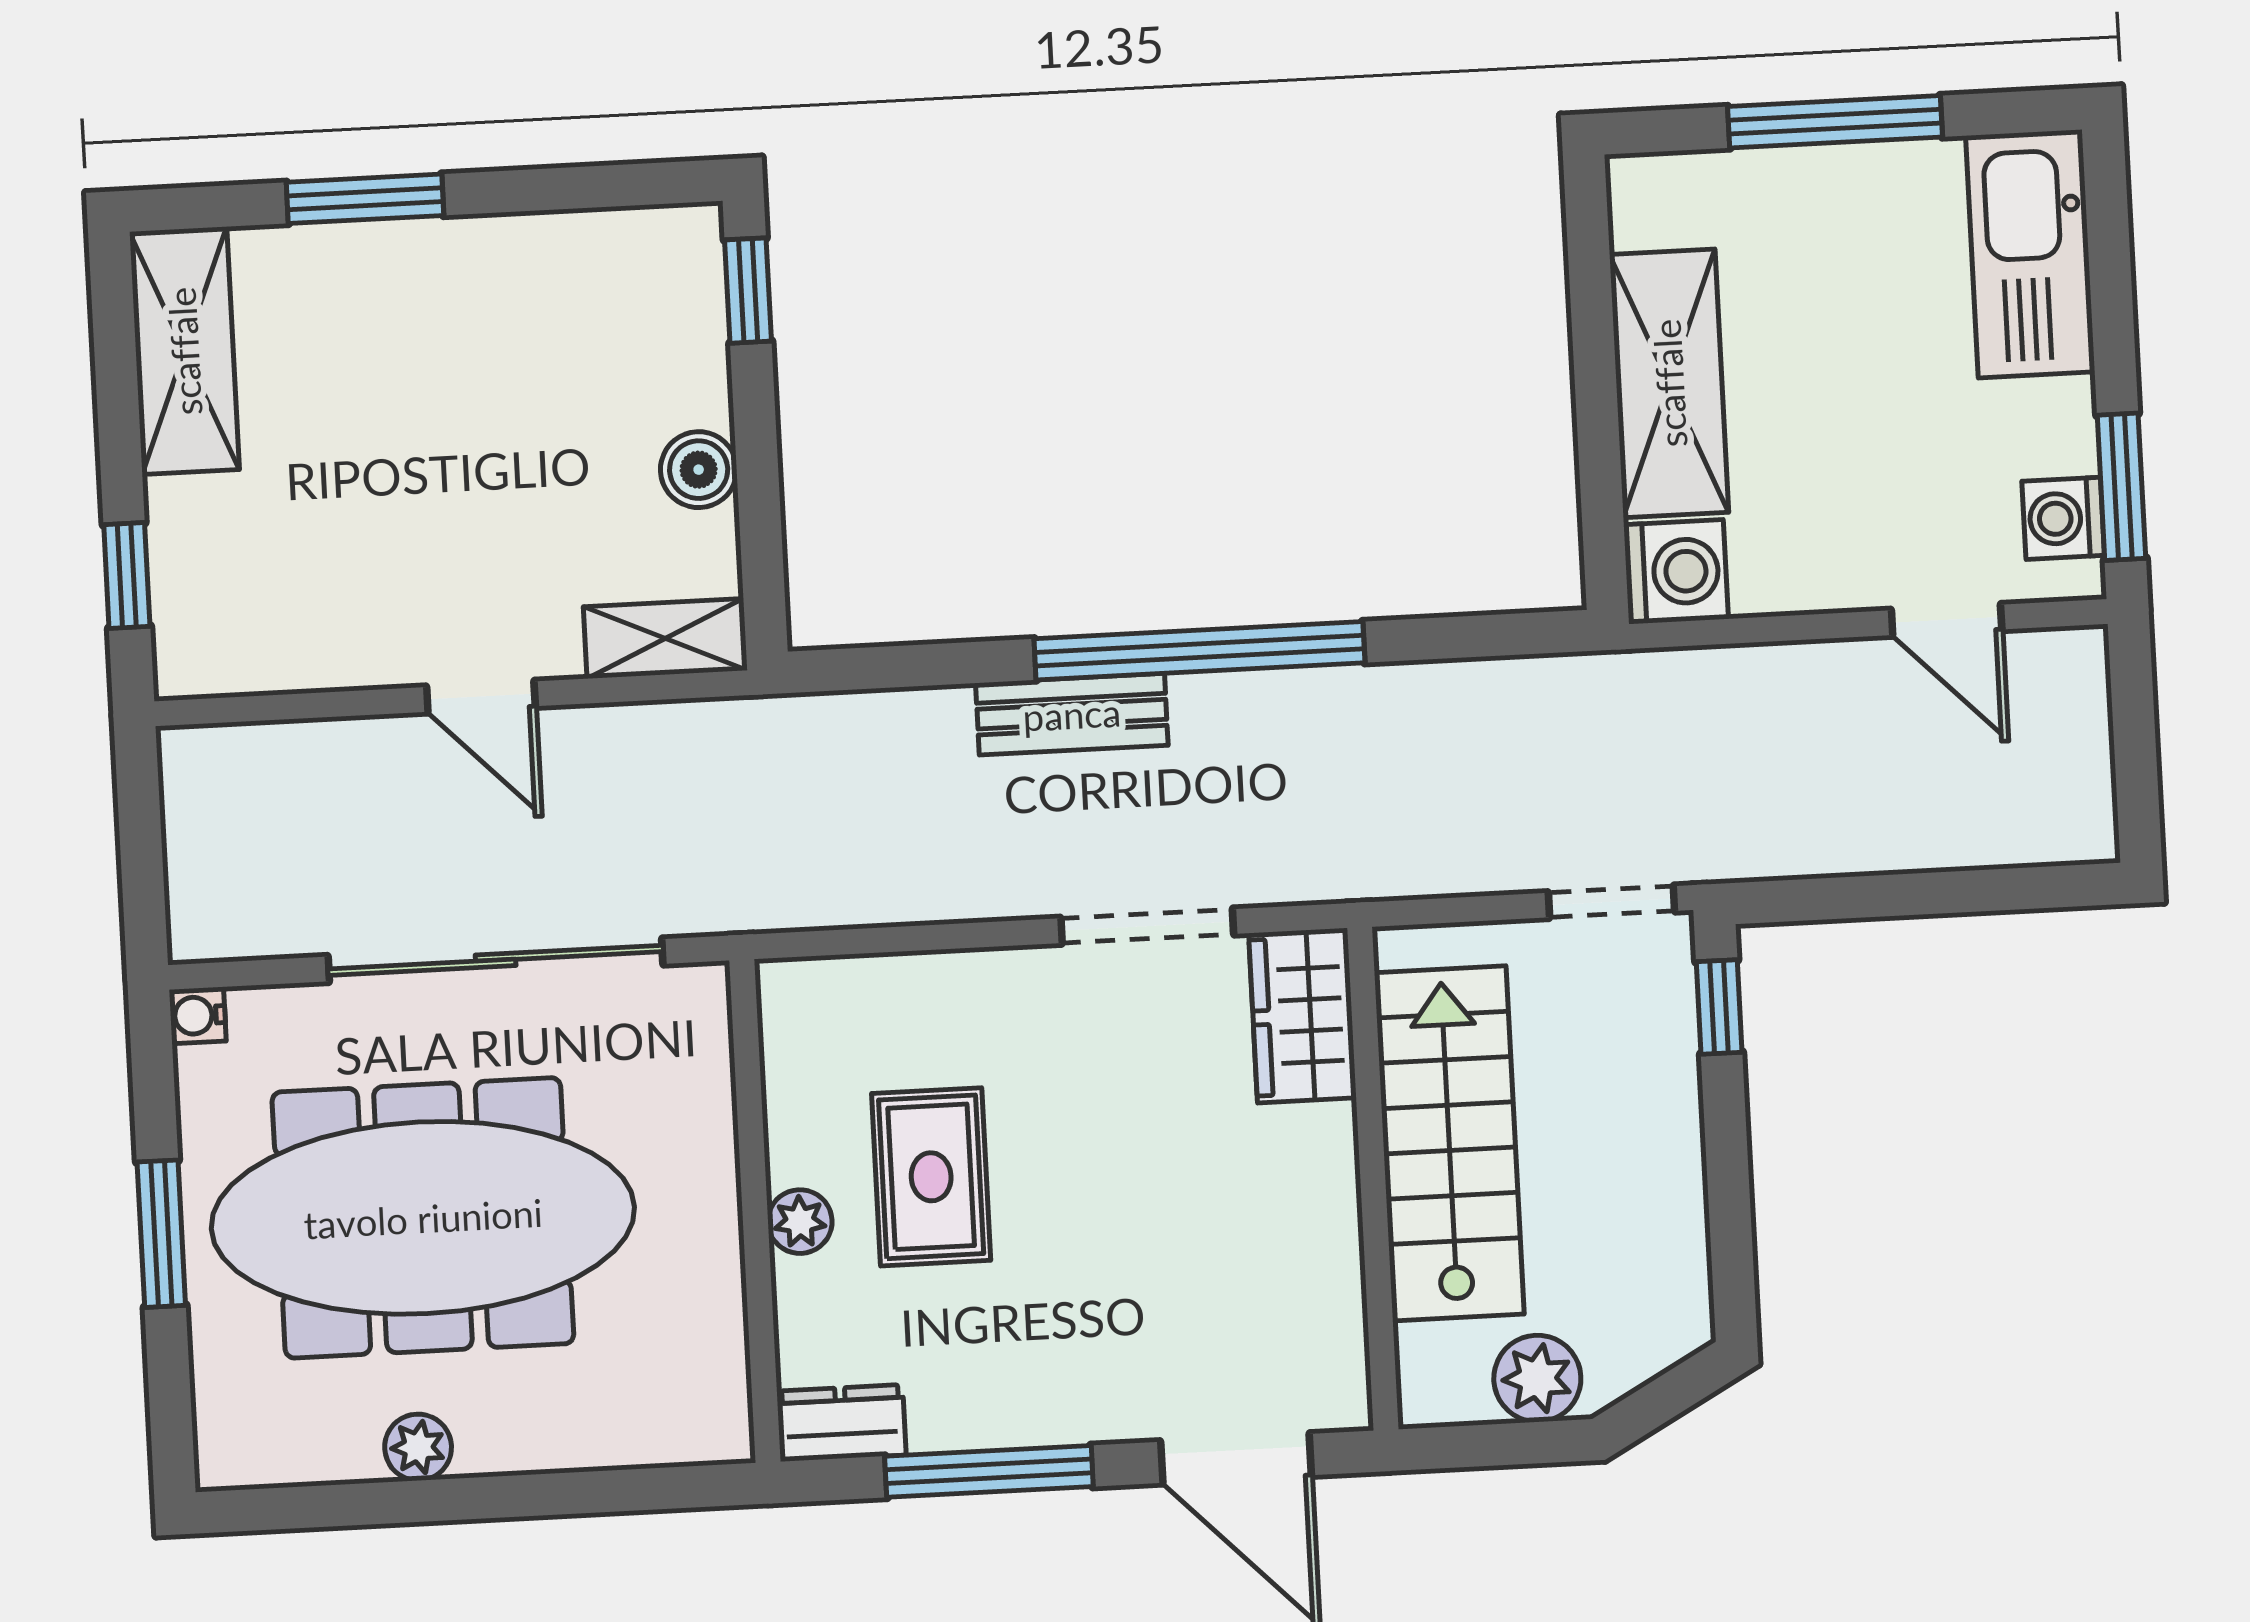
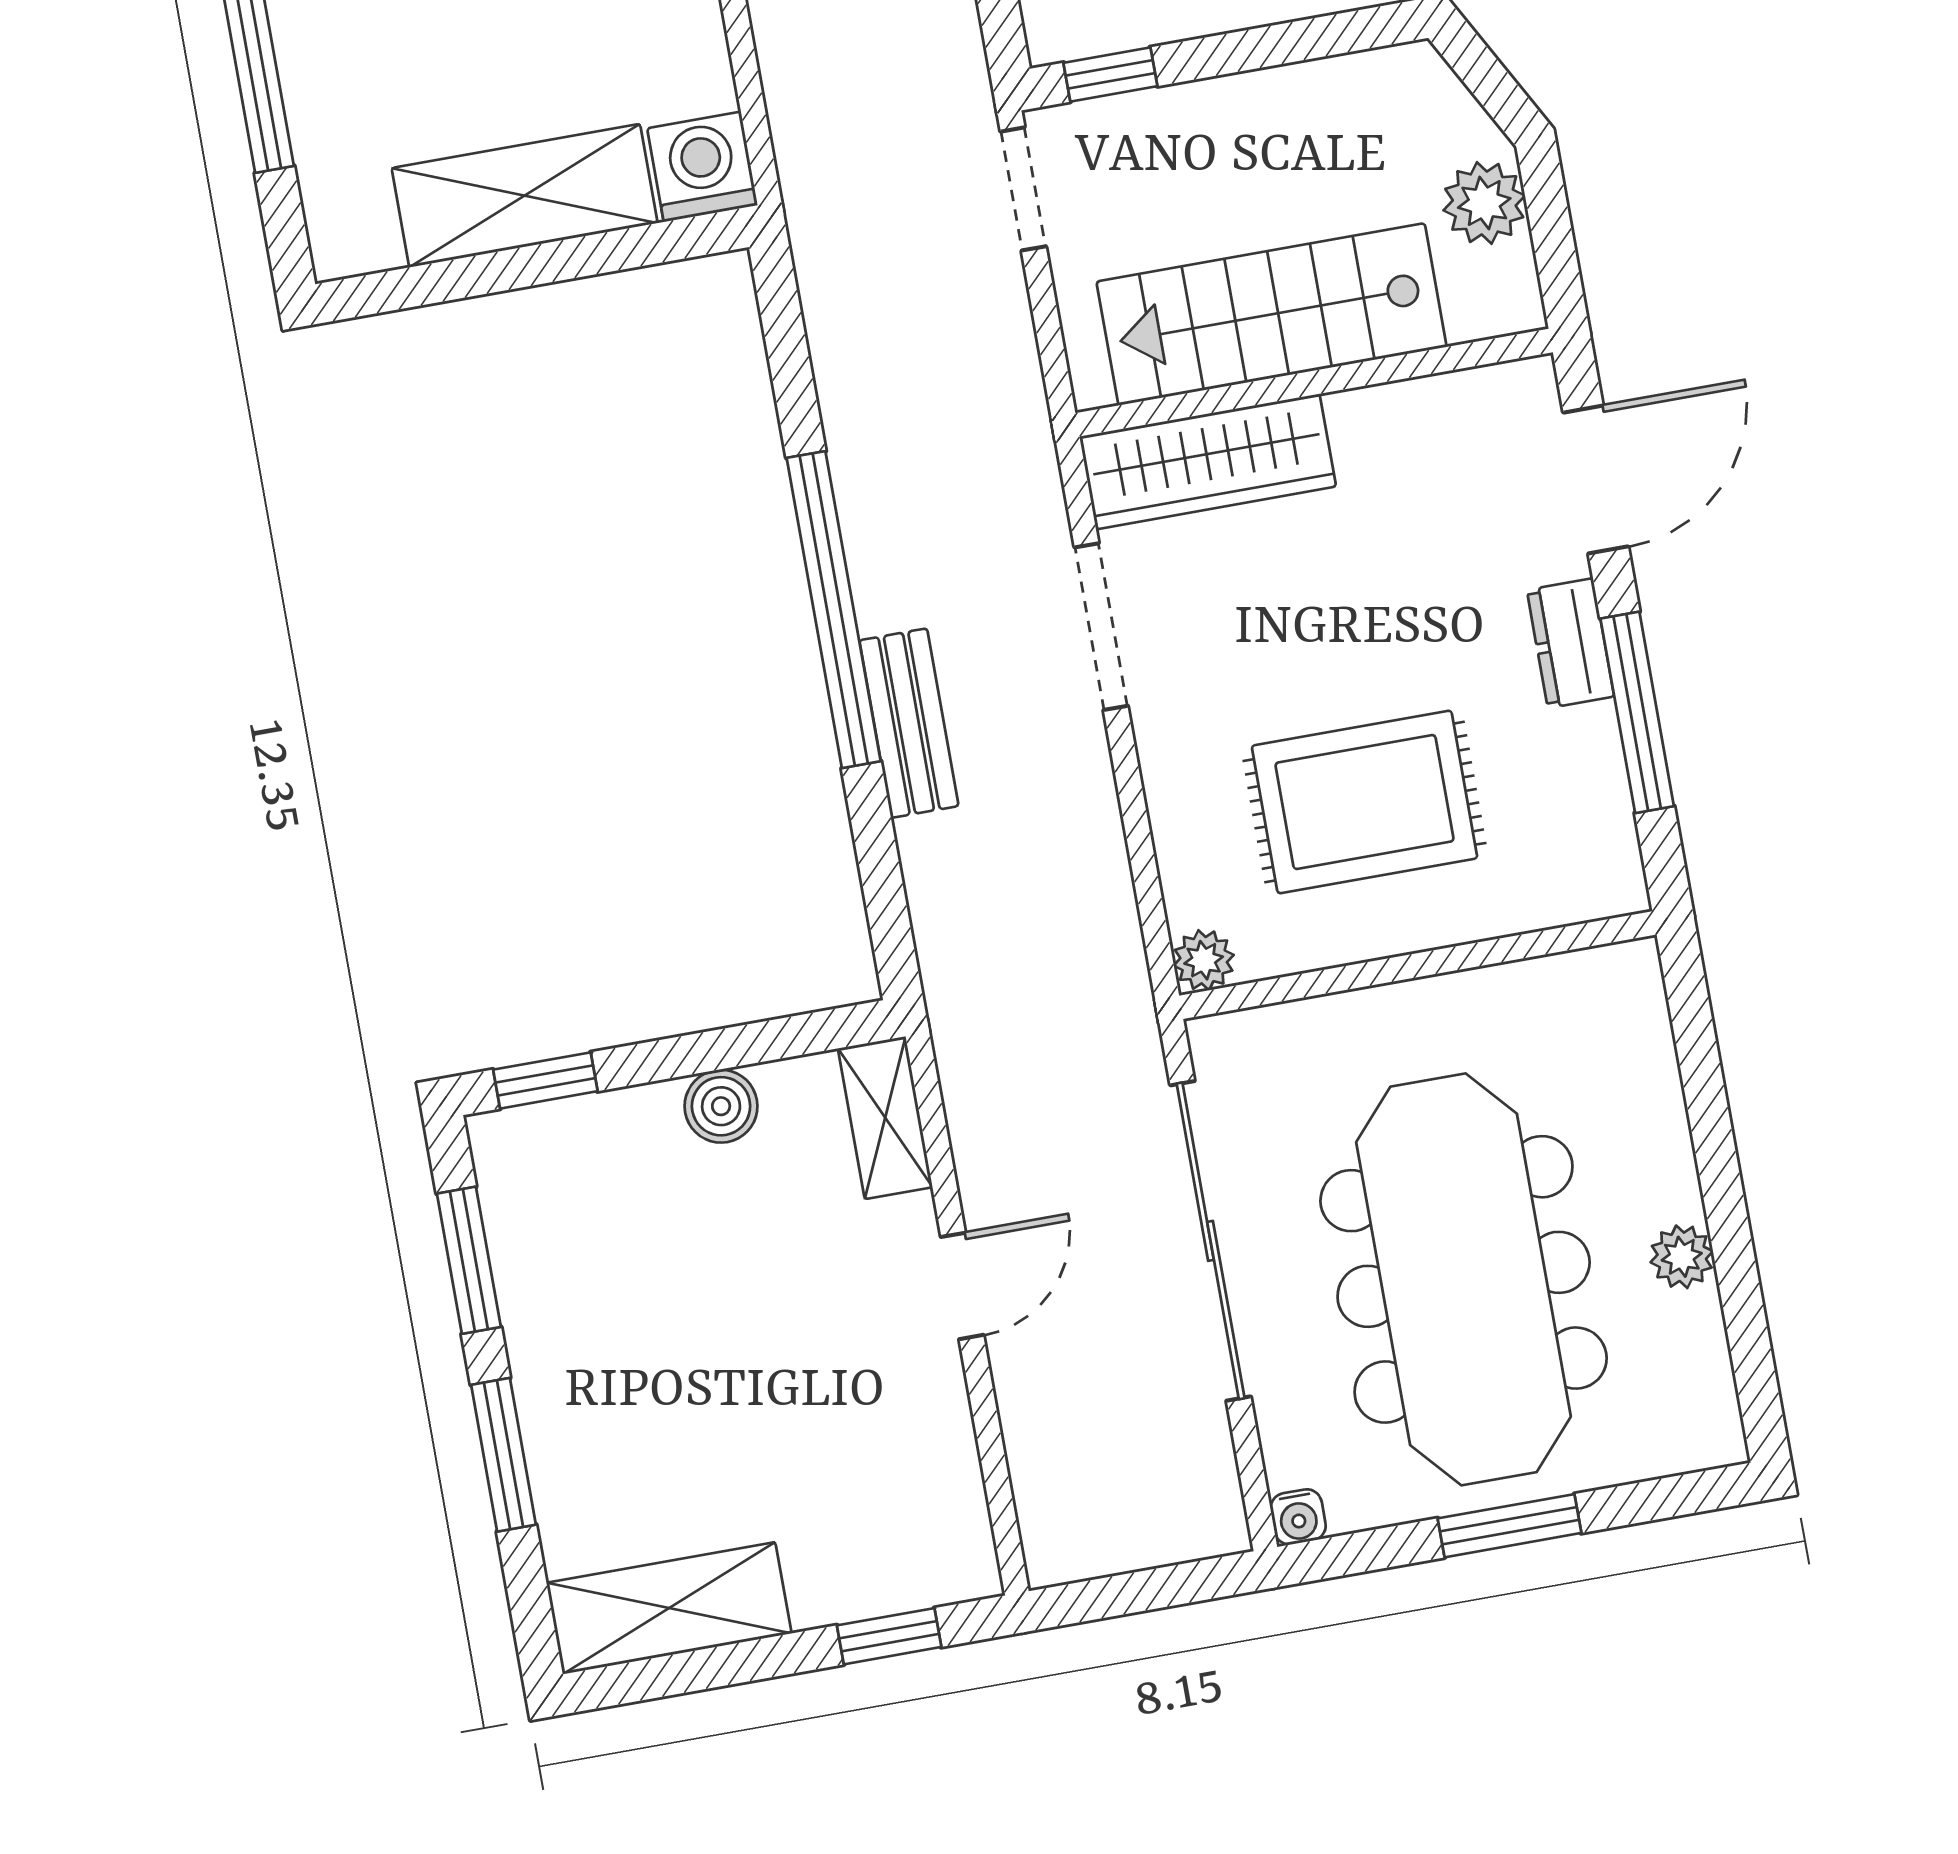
window: (571, 188) -> (469, 1260), added
wardrobe: (1302, 1016) -> (1208, 462), width x1.50
rug: (931, 1177) -> (1365, 802), width x1.36, depth x1.43
plant: (800, 1222) -> (1204, 960), moved
dresser: (841, 1423) -> (1570, 643), moved

